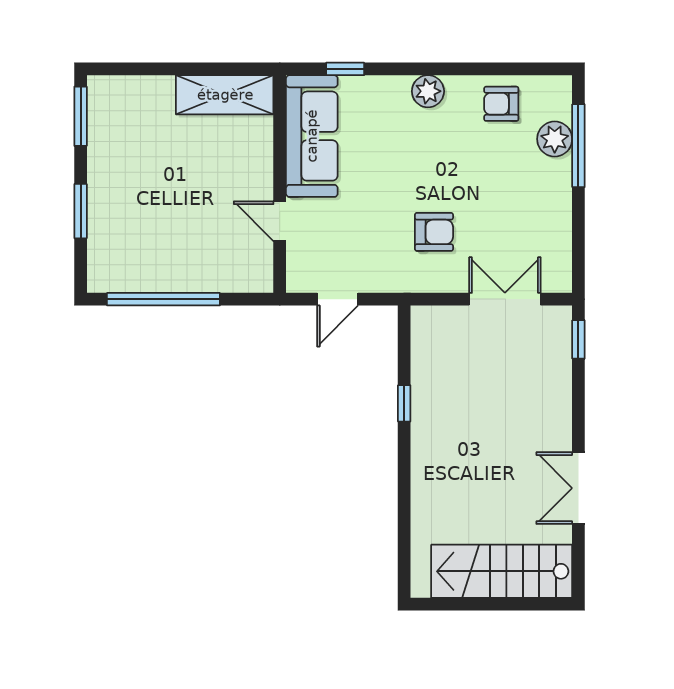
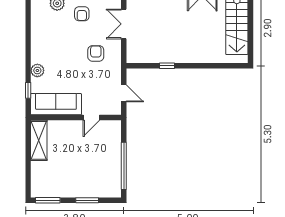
plant: (428, 91) -> (37, 70), moved
armchair: (501, 104) -> (82, 14), moved

